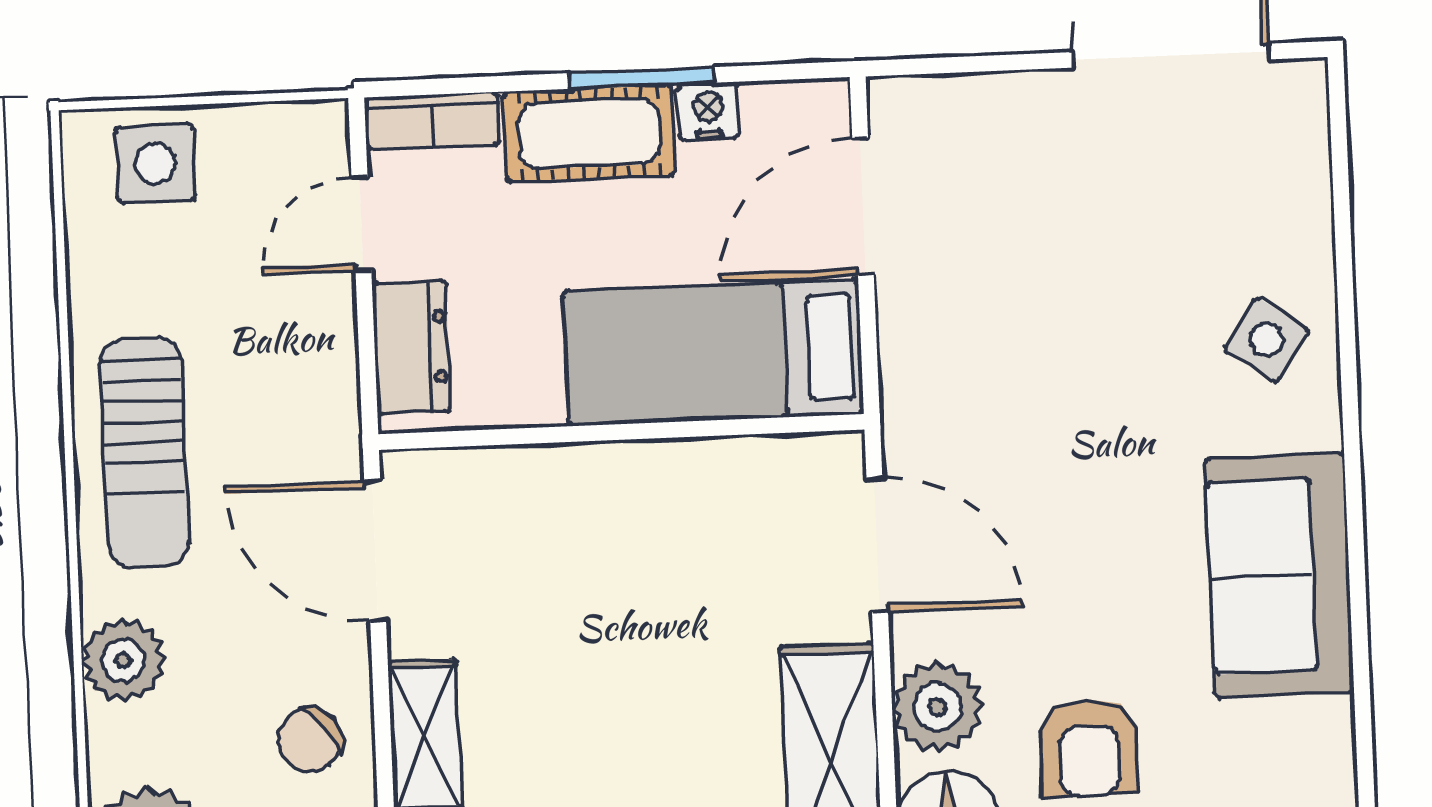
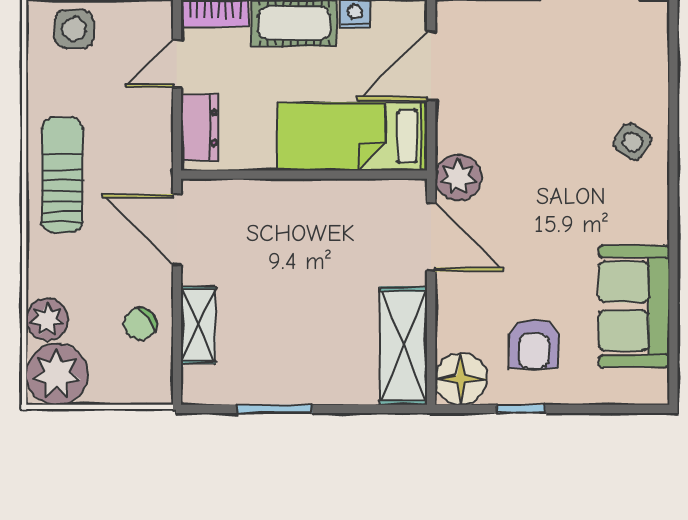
sun lounger: (144, 453) -> (62, 175), turned 180
sofa: (1280, 576) -> (634, 306), moved
plant: (123, 660) -> (47, 319), moved
plant: (938, 707) -> (458, 177), moved

